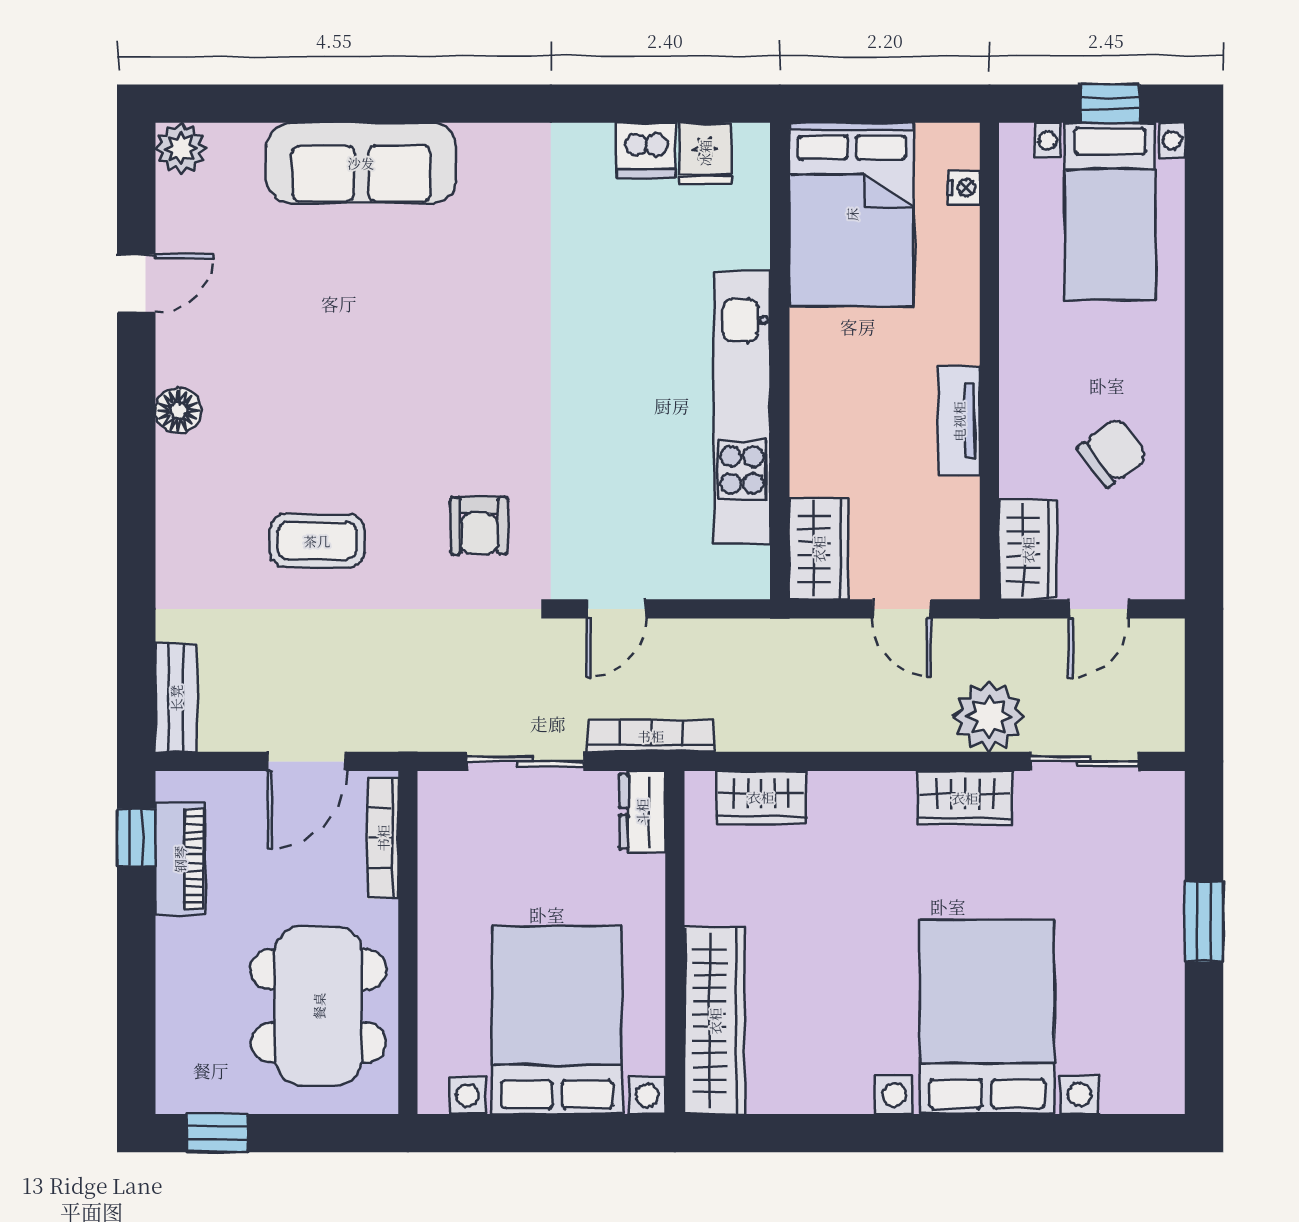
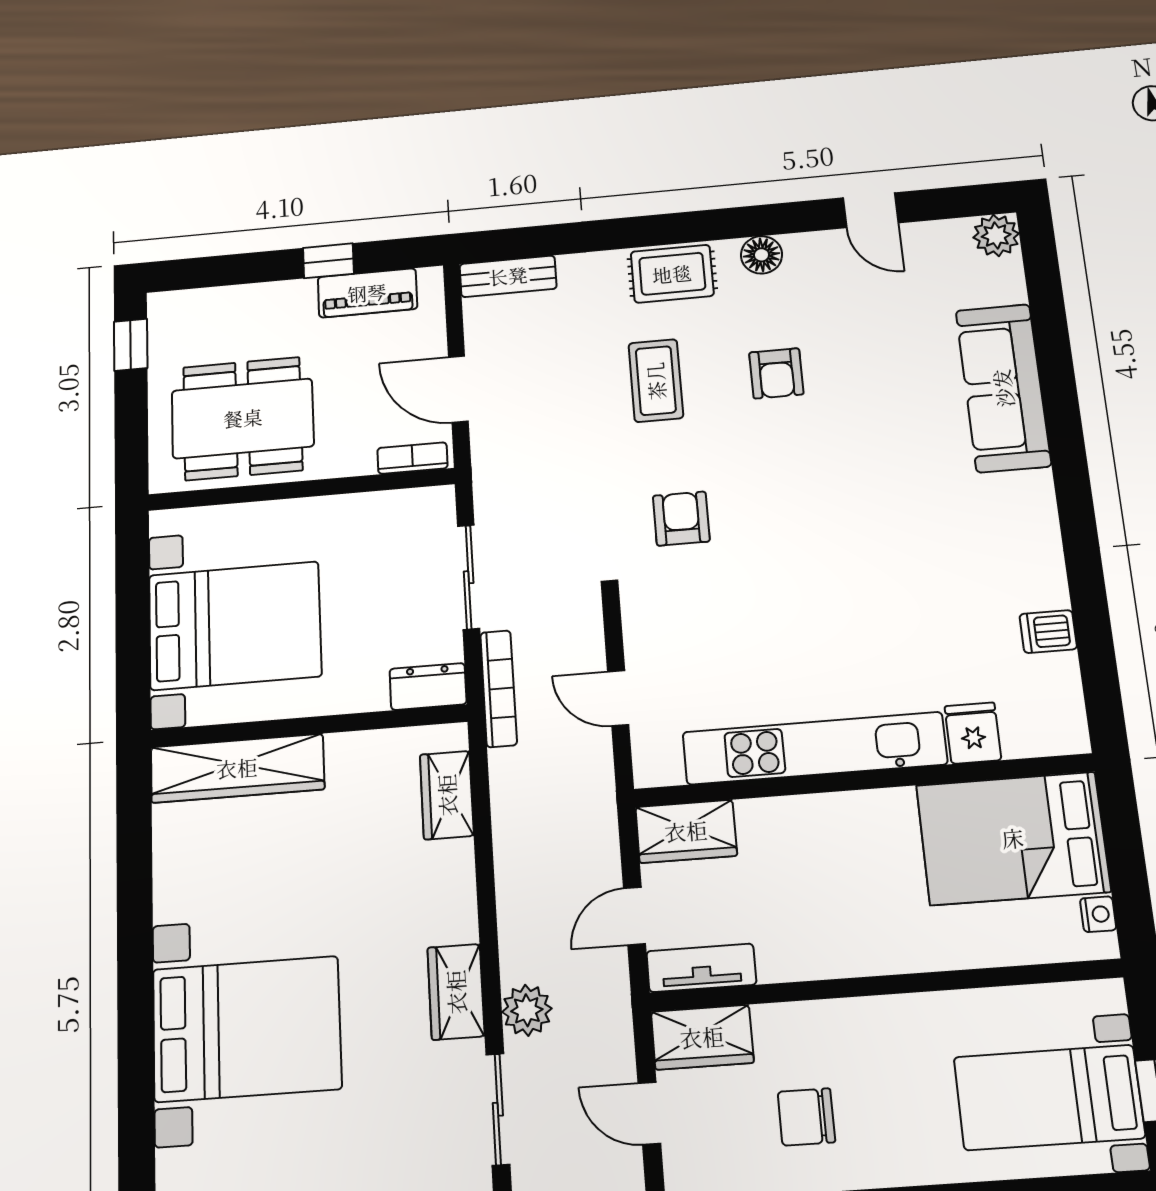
dishwasher: (646, 150) -> (1048, 632), width x0.73
fridge: (705, 153) -> (973, 733), moved, turned 90
nightstand: (964, 188) -> (1098, 914), moved, turned -90
armchair: (321, 407) -> (776, 373), added
tv unit: (959, 421) -> (701, 968), moved
chair: (1112, 452) -> (806, 1117), turned 127
rug: (191, 512) -> (672, 274), added
armchair: (479, 526) -> (681, 519), turned 90
door: (616, 609) -> (618, 698), moved
plant: (989, 717) -> (527, 1010), width x0.73, depth x0.73
window: (136, 837) -> (328, 261), moved
bookcase: (383, 838) -> (412, 458), width x0.64

